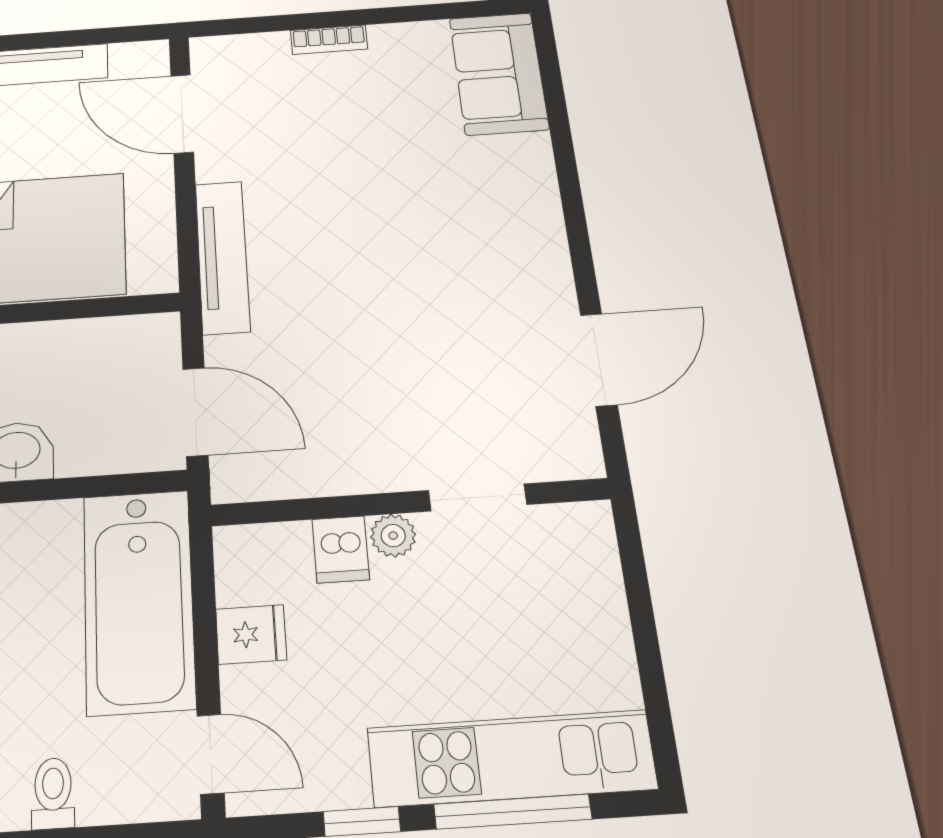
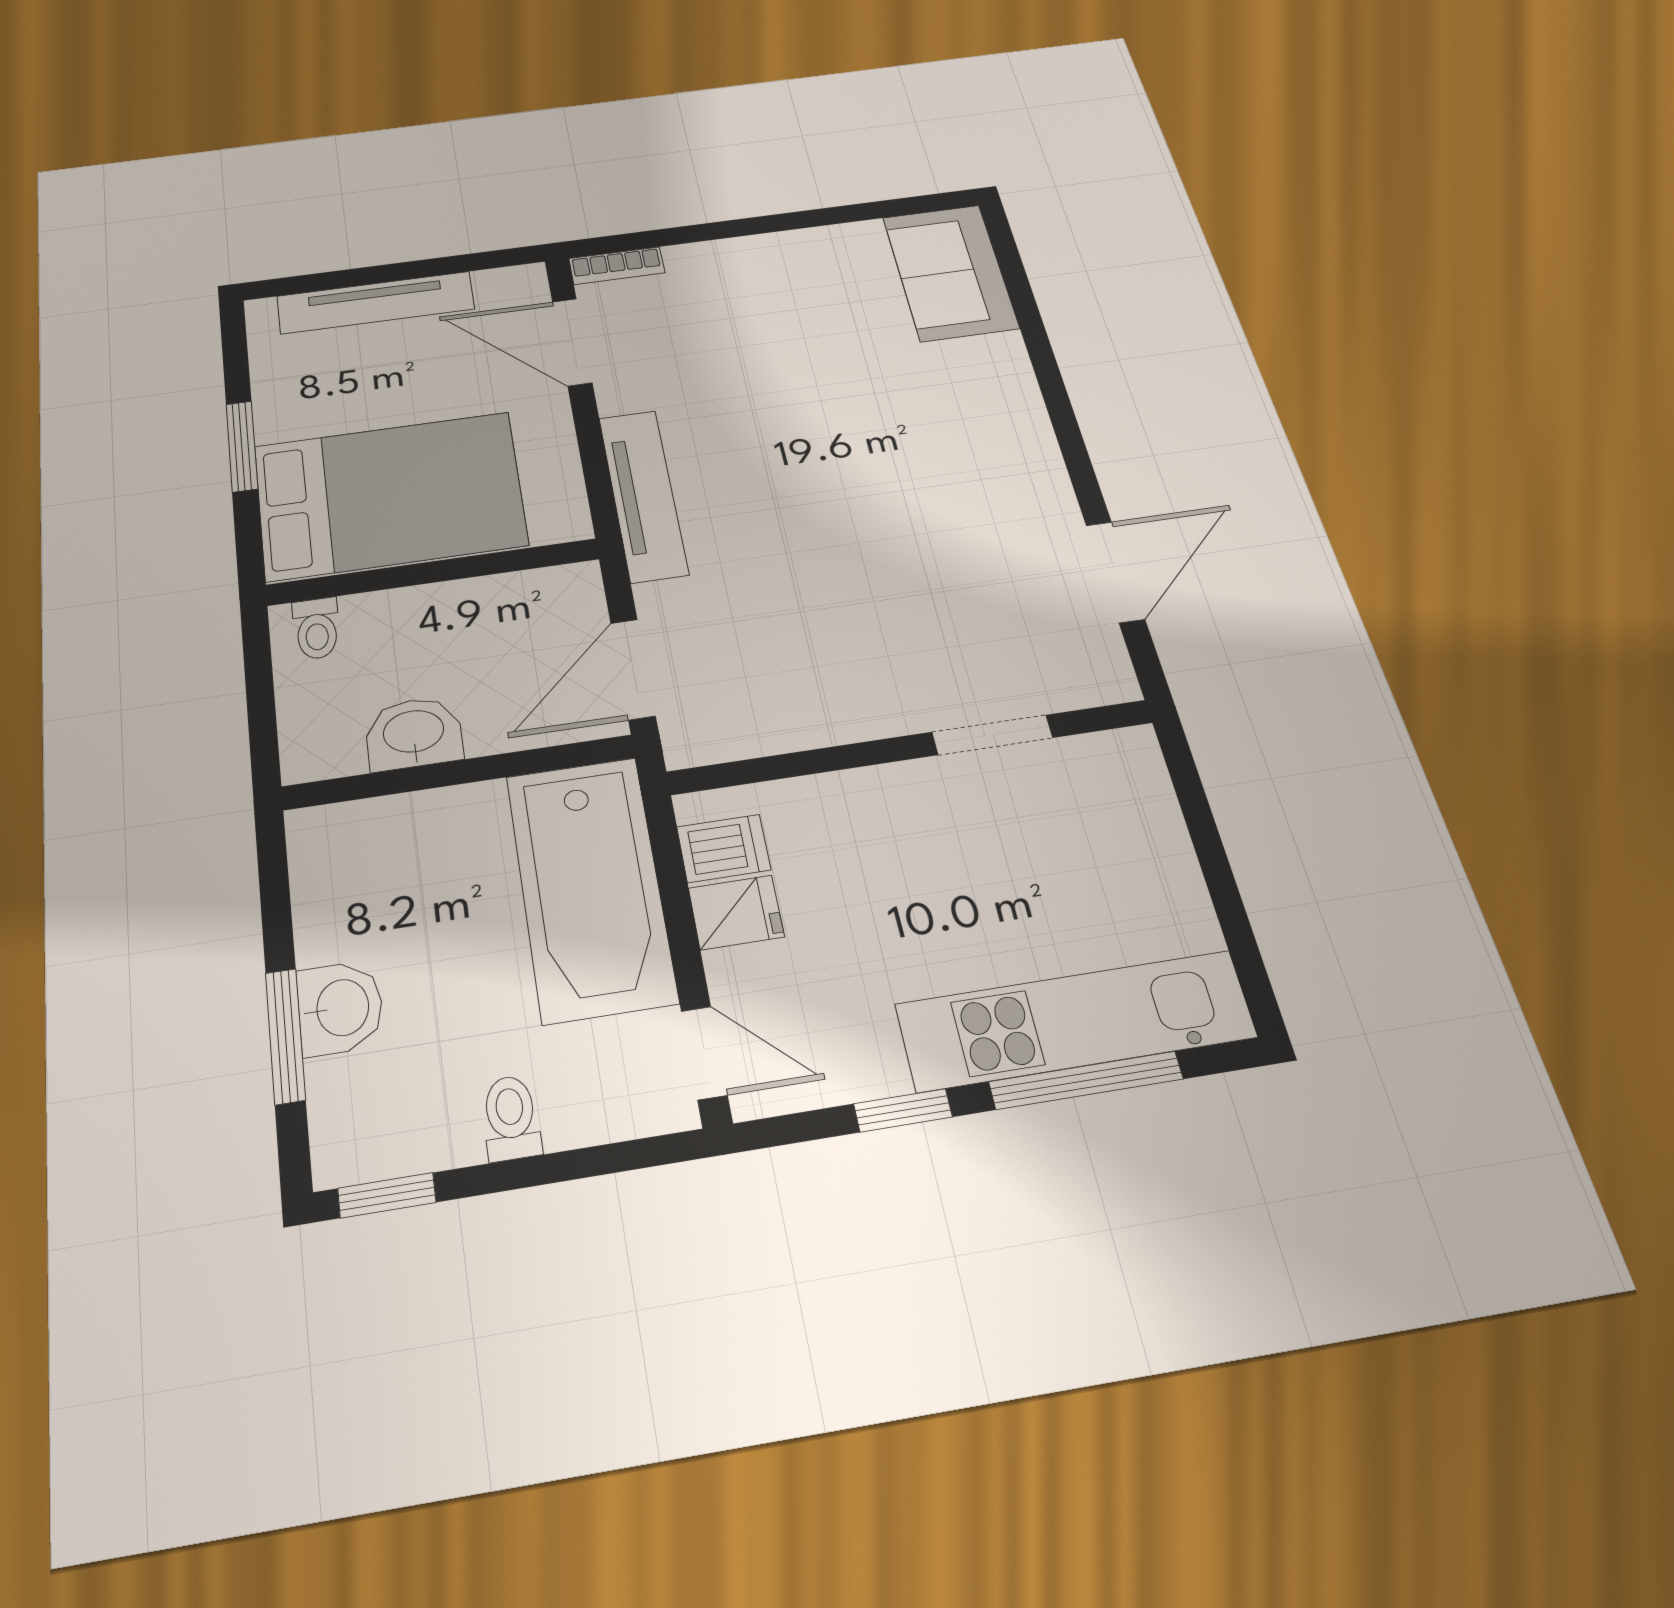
bookcase: (329, 40) -> (617, 266), moved
door: (195, 412) -> (633, 669), swing flipped
plant: (393, 536) -> (896, 786), removed
dishwasher: (341, 549) -> (724, 848), moved, turned -90

